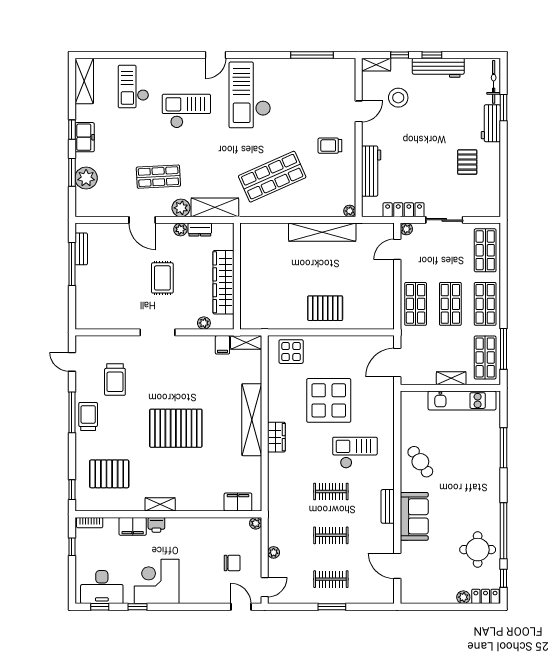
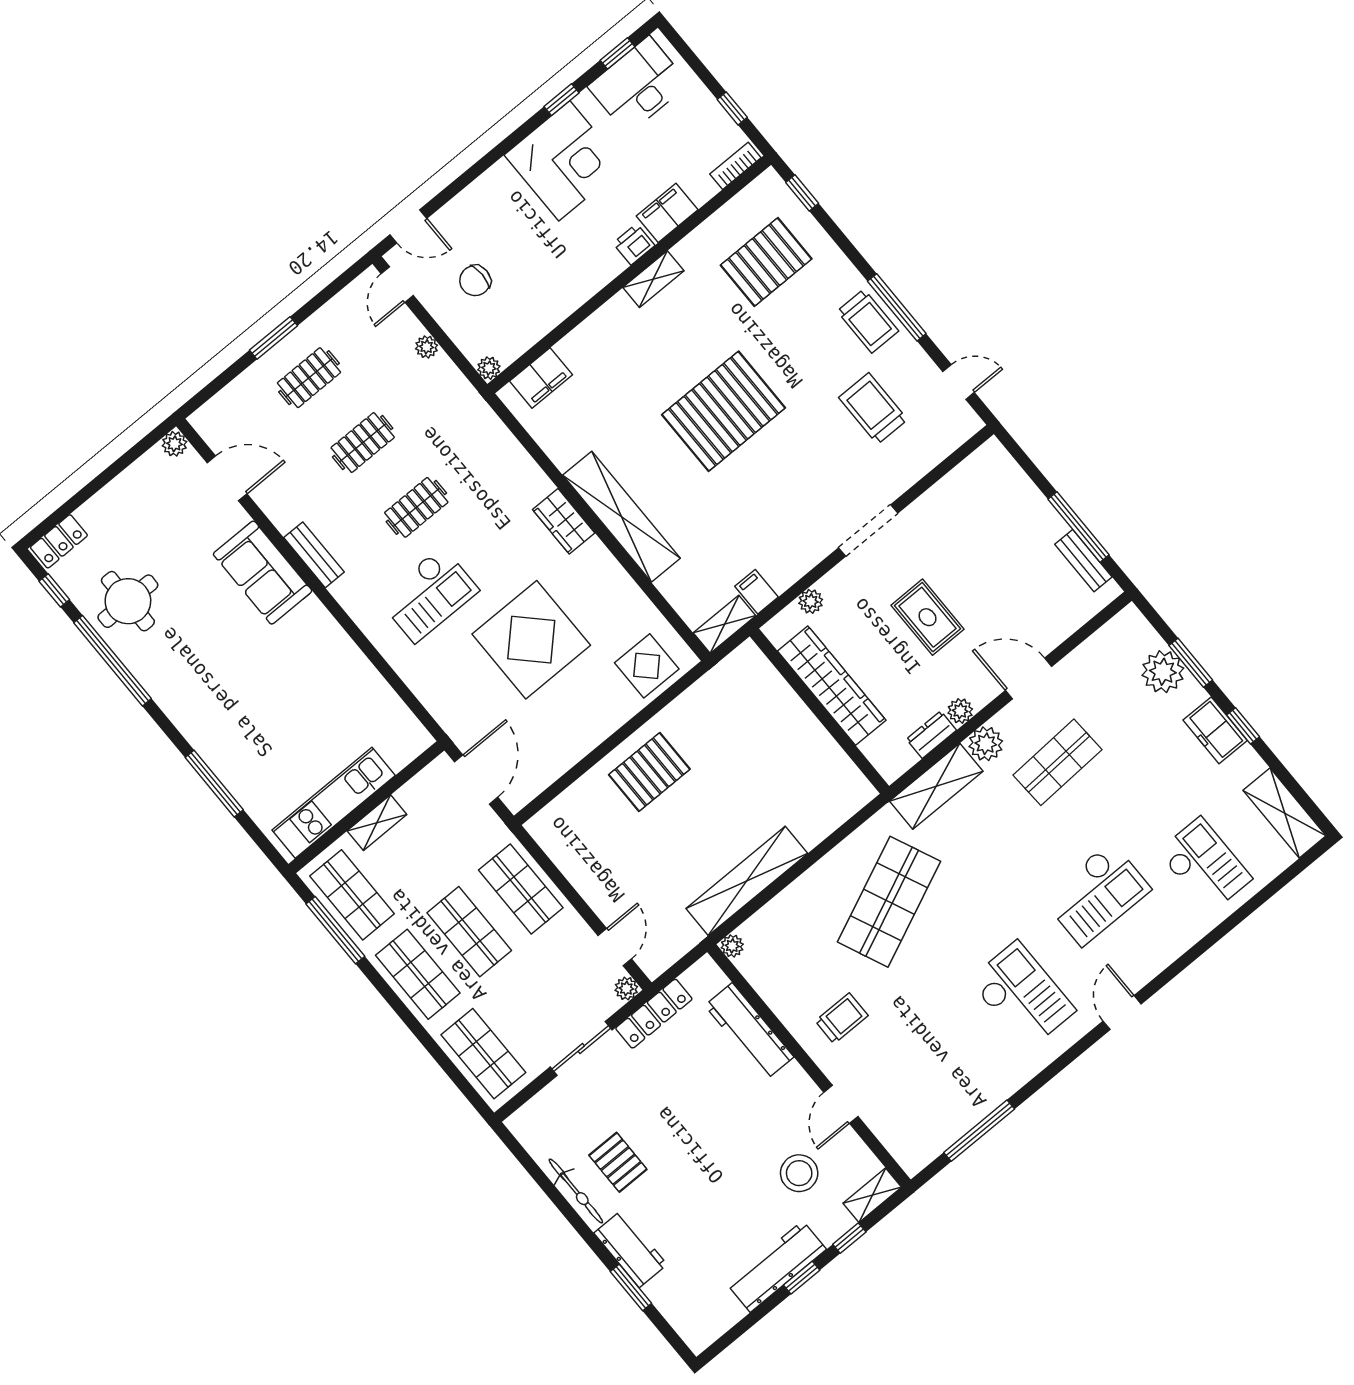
bicycle: (494, 82) -> (576, 1191), moved
checkout: (250, 95) -> (1022, 995), width x0.73, depth x0.83
cafe table: (420, 462) -> (320, 661), removed
plant: (463, 597) -> (174, 444), moved

